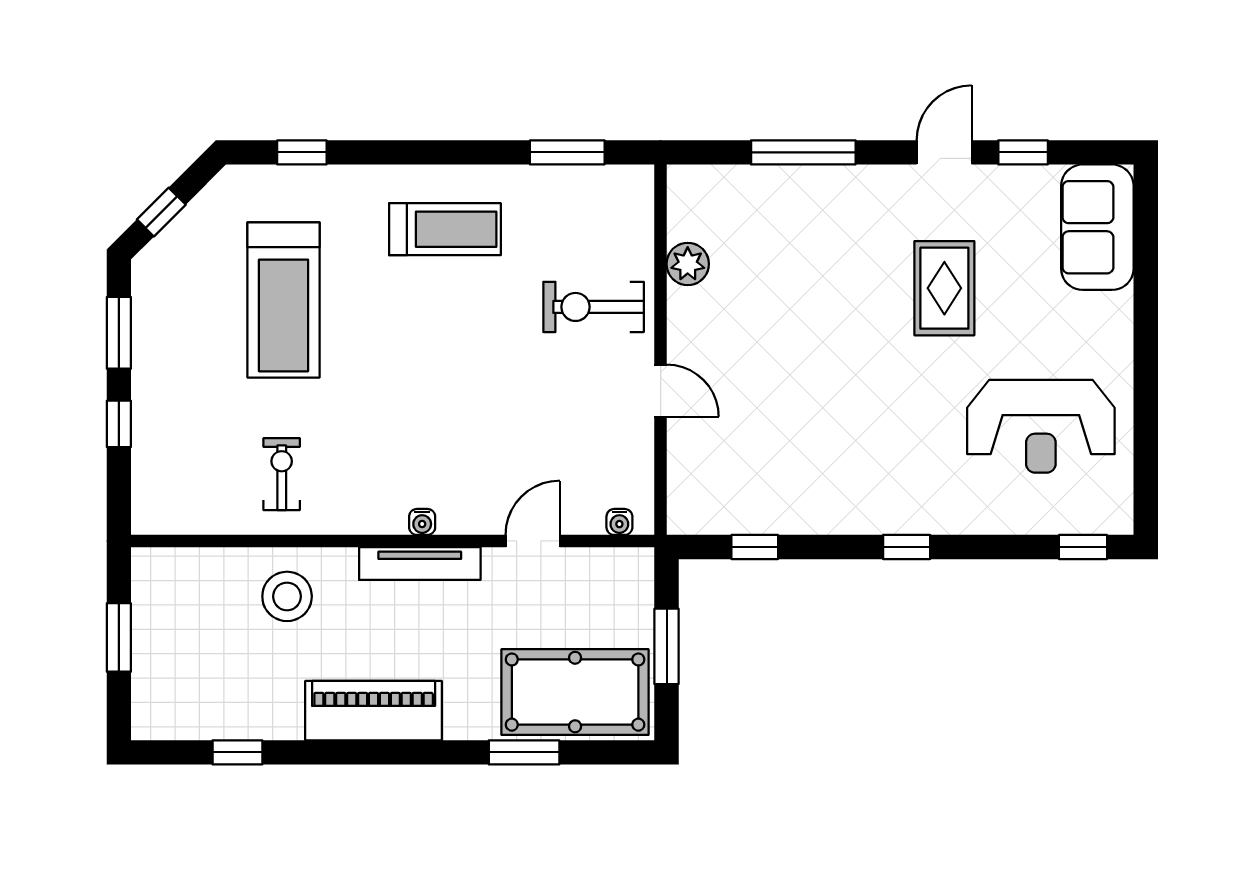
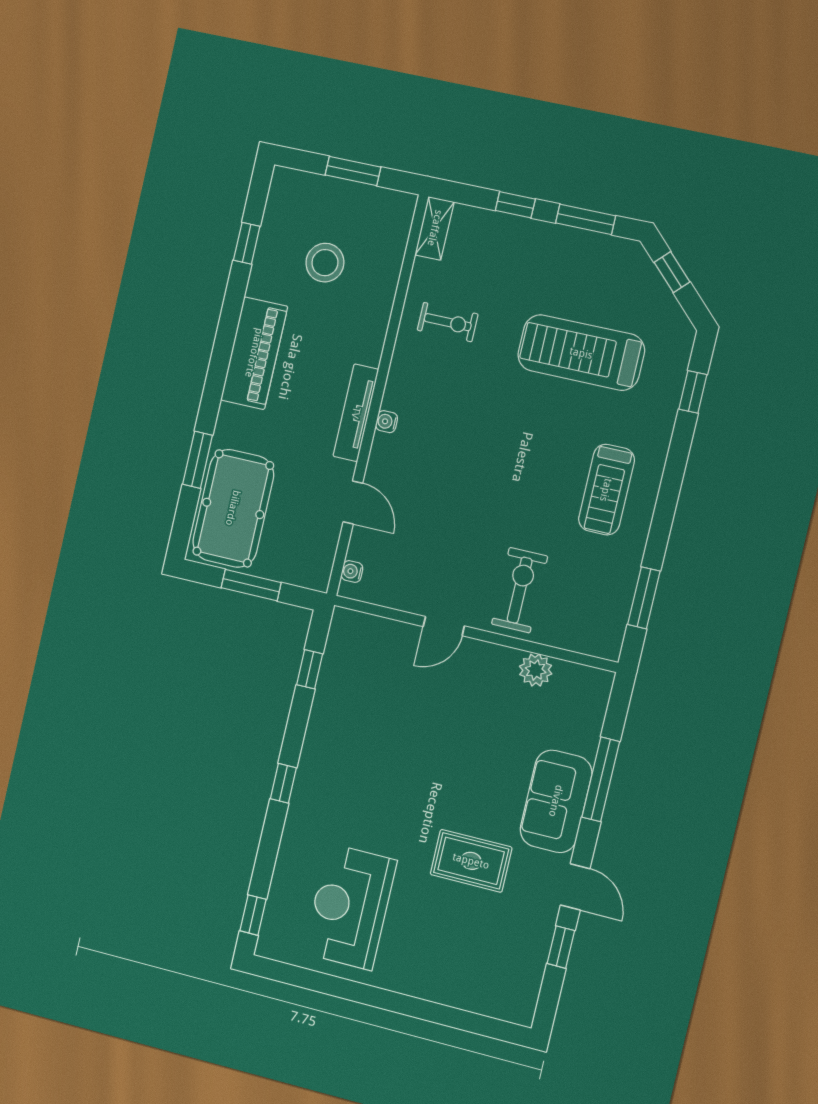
sofa: (1097, 227) -> (556, 801), moved, turned -90
shelving: (169, 518) -> (435, 228), added
stool: (287, 596) -> (325, 263), moved

